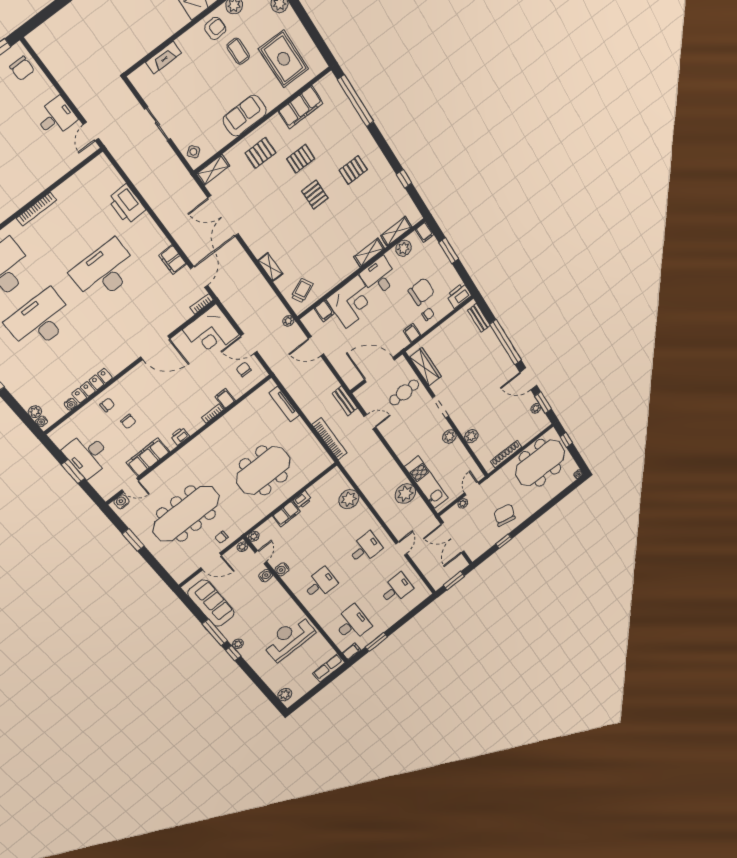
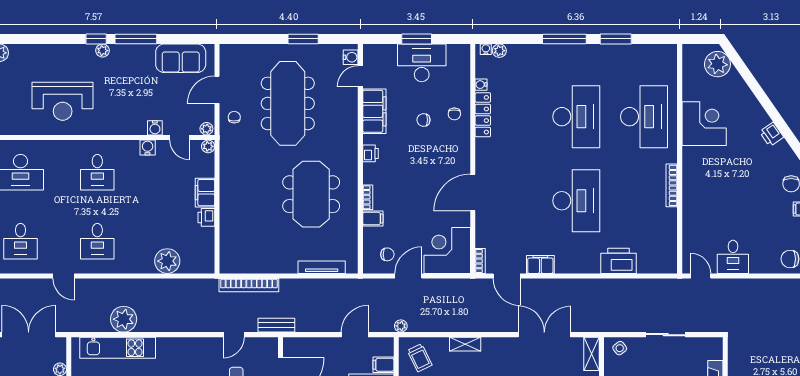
meeting table: (263, 470) -> (311, 194), moved
sofa: (211, 603) -> (181, 58), width x0.73
reception desk: (289, 638) -> (63, 101), turned 90

